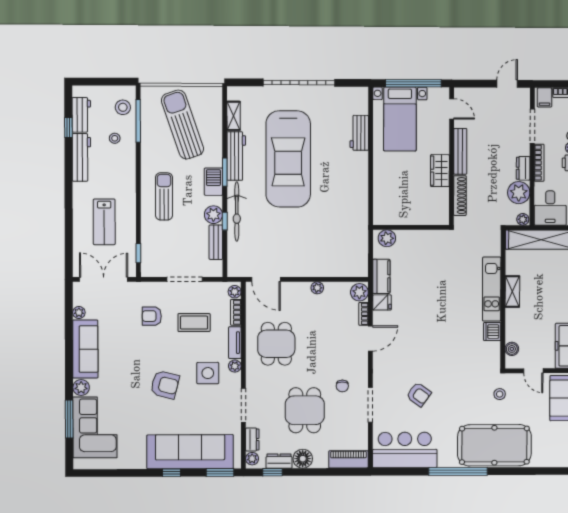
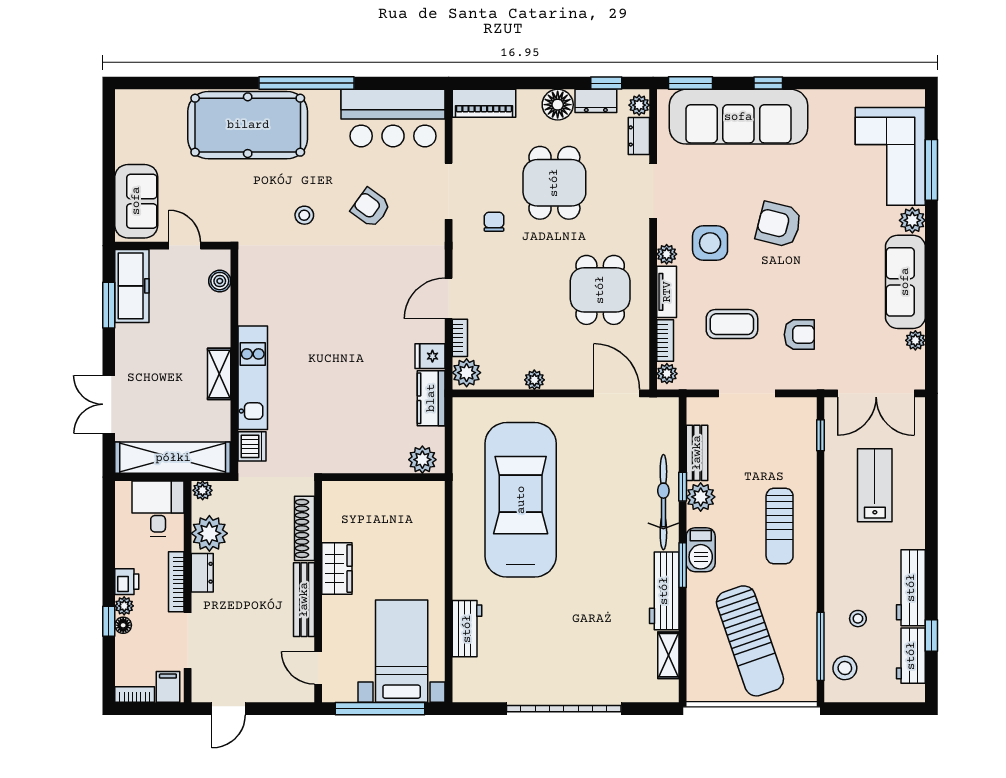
car: (288, 159) -> (521, 500), moved
dishwasher: (492, 332) -> (252, 446), moved
stool: (500, 394) -> (304, 215), moved

